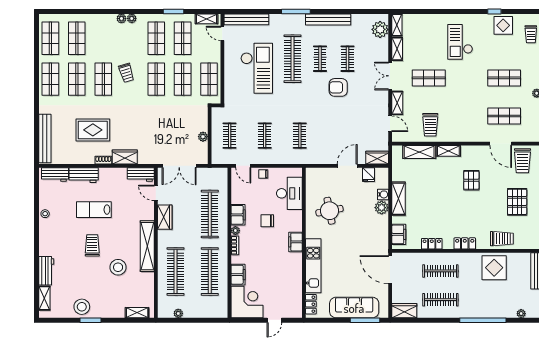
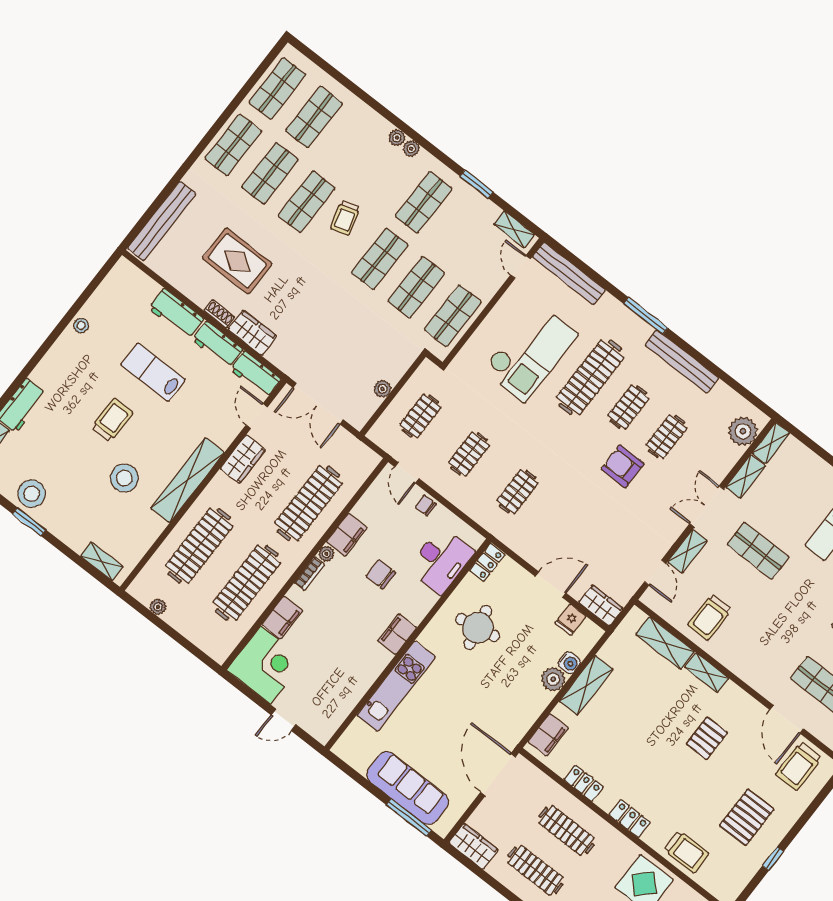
shop shelf: (183, 38) -> (460, 231), removed
workbench: (55, 174) -> (218, 345), moved
locker: (311, 304) -> (487, 562), moved

